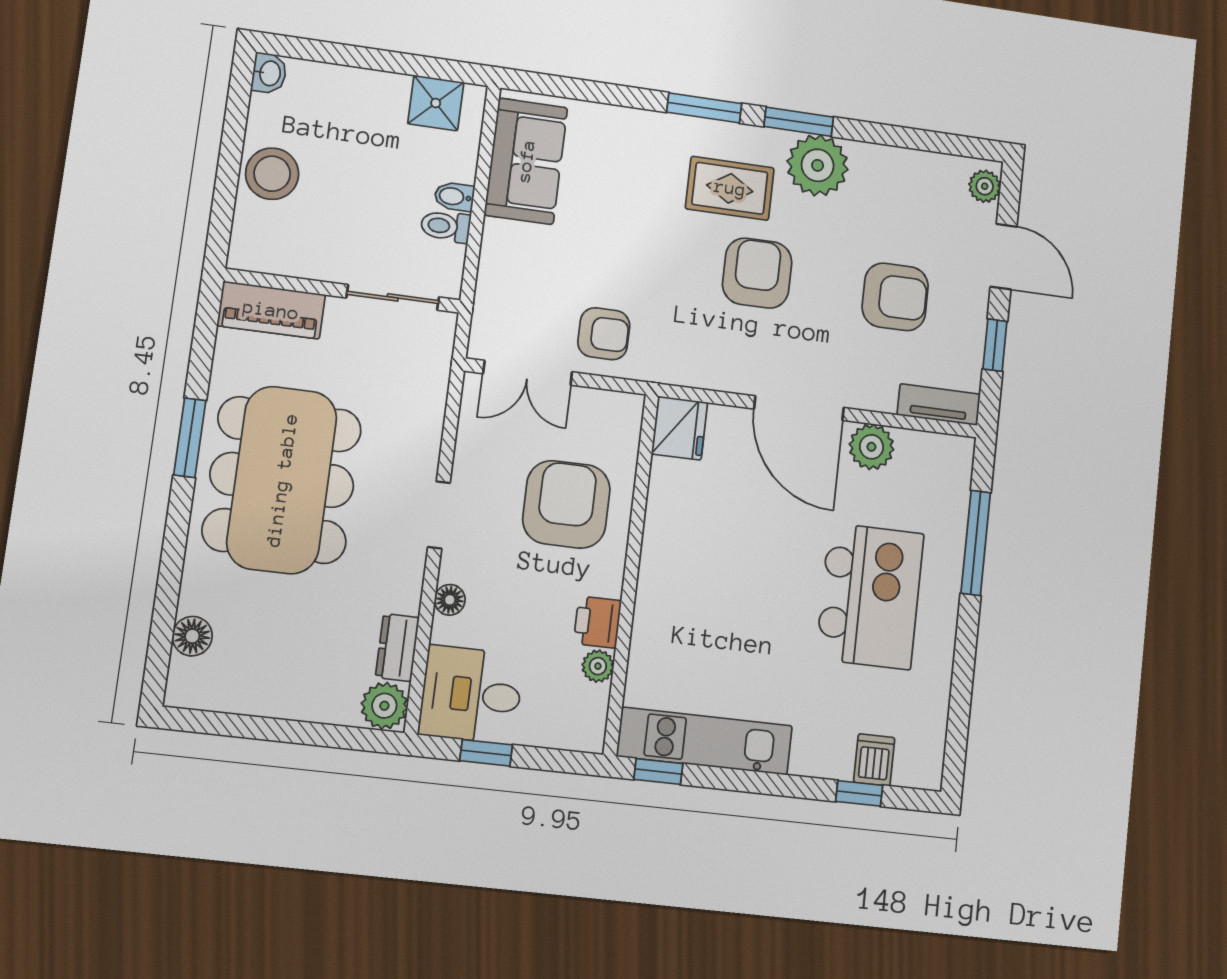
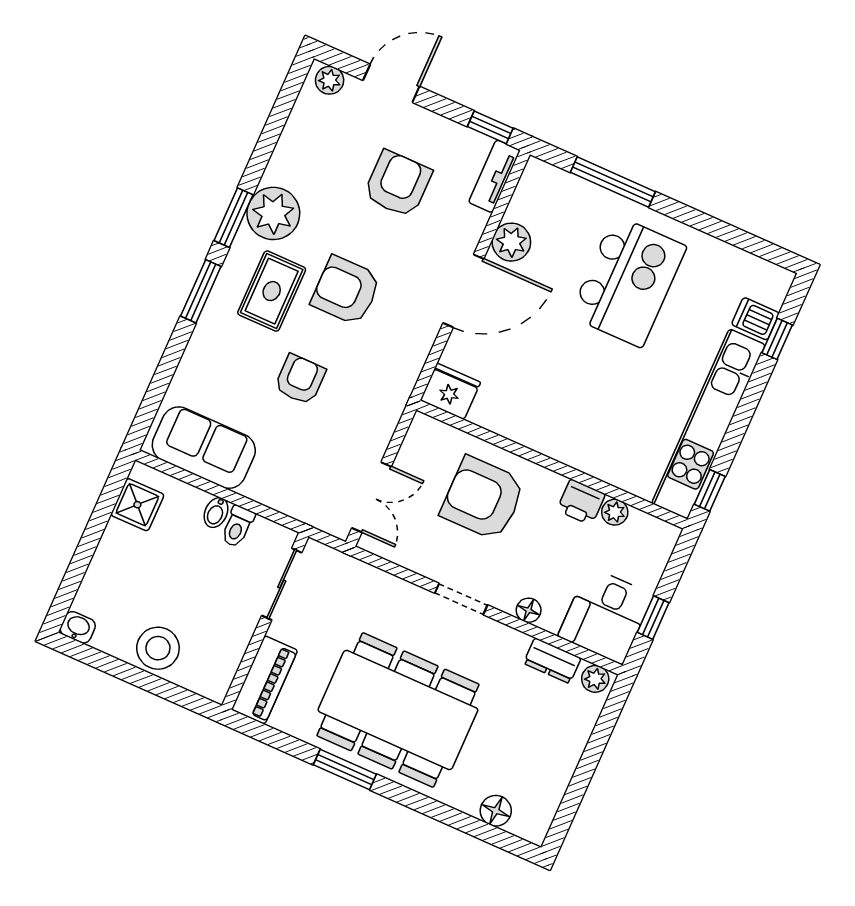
armchair: (604, 334) -> (300, 379), moved
window: (995, 345) -> (490, 127), moved
kitchen island: (870, 596) -> (628, 281), turned 90
plant: (384, 706) -> (595, 679), width x0.73, depth x0.73
kitchen unit: (705, 741) -> (708, 424), width x1.36

